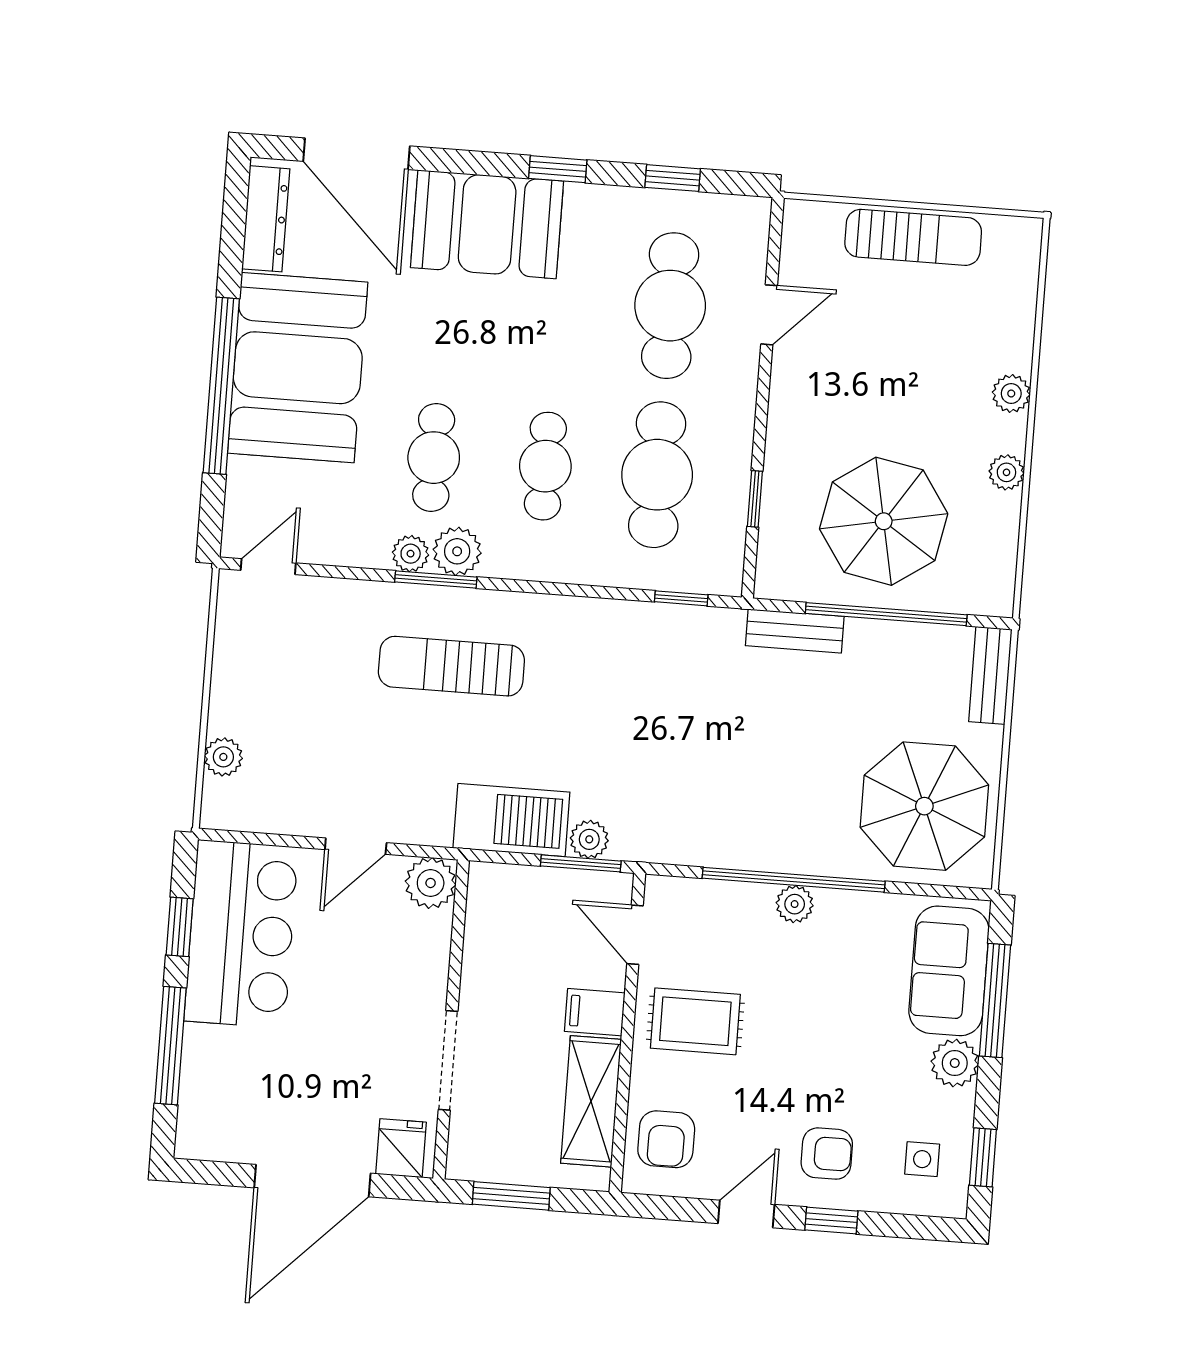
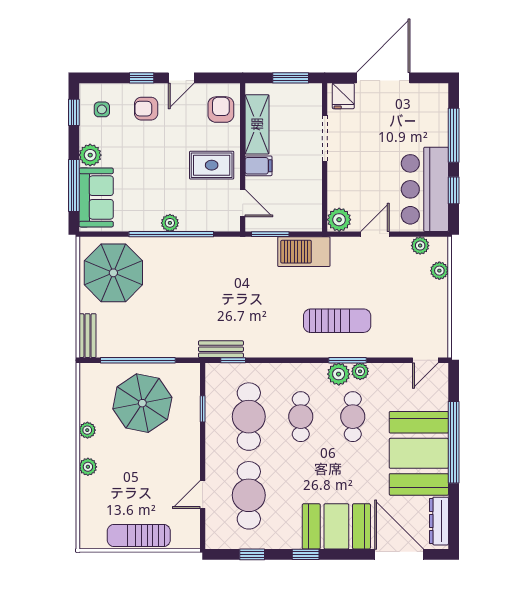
bench: (795, 631) -> (221, 349), moved
plant: (589, 839) -> (420, 246), moved

